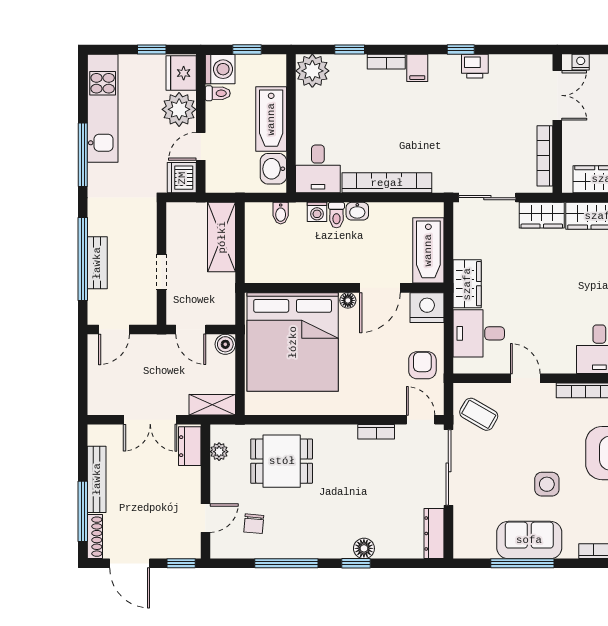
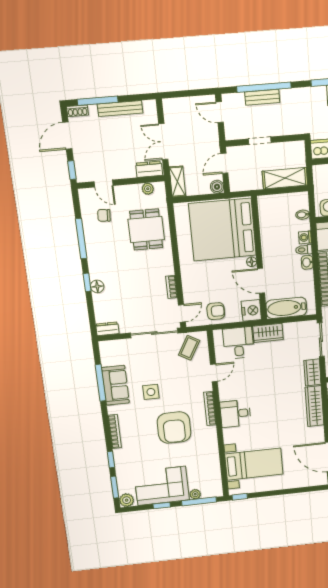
dresser: (434, 533) -> (107, 329), width x0.70
shoe rack: (95, 537) -> (77, 111), width x0.70

